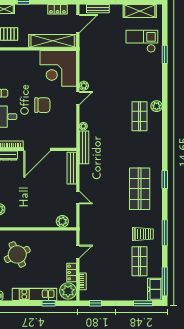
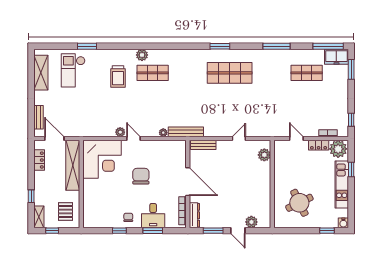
bench: (72, 168) -> (203, 145), width x0.73
trolley: (143, 234) -> (118, 77), moved, turned 180

